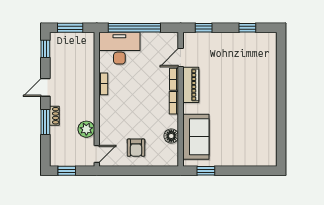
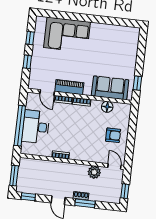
window: (204, 28) -> (27, 62), moved
desk: (119, 48) -> (36, 127), moved
corner sofa: (257, 74) -> (67, 35), added

